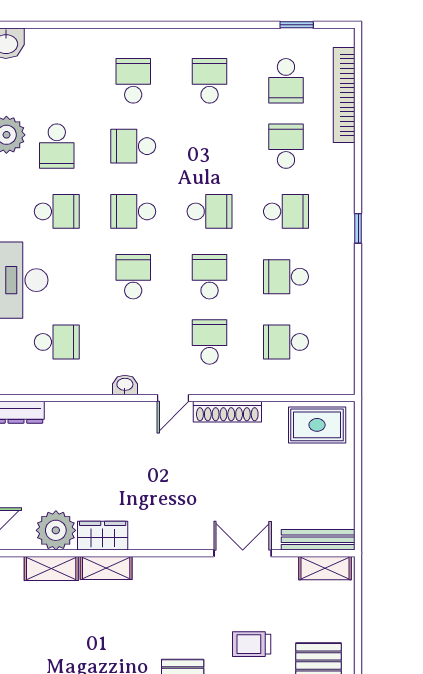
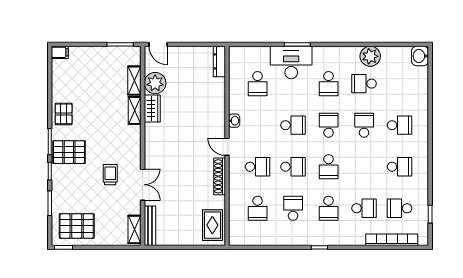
school desk: (286, 342) -> (258, 208), turned 180
trolley: (252, 644) -> (110, 175), moved

